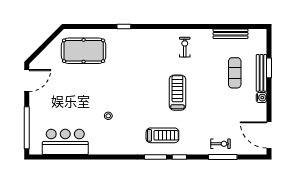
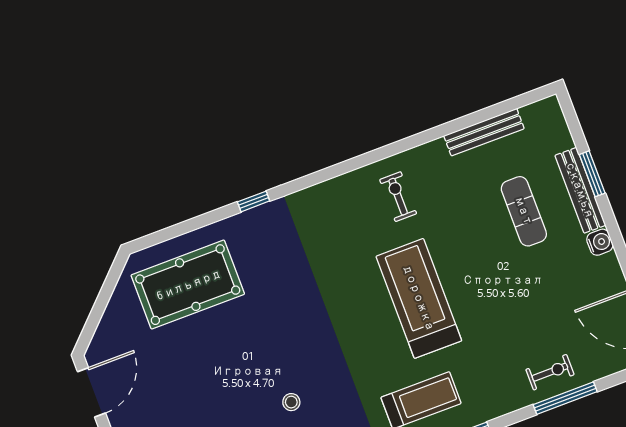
treadmill: (177, 93) -> (419, 298), width x1.37, depth x1.38

